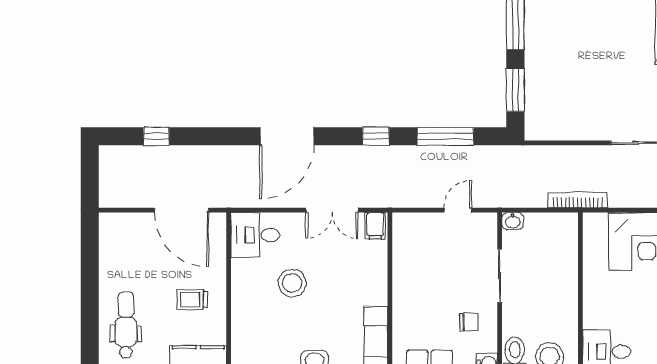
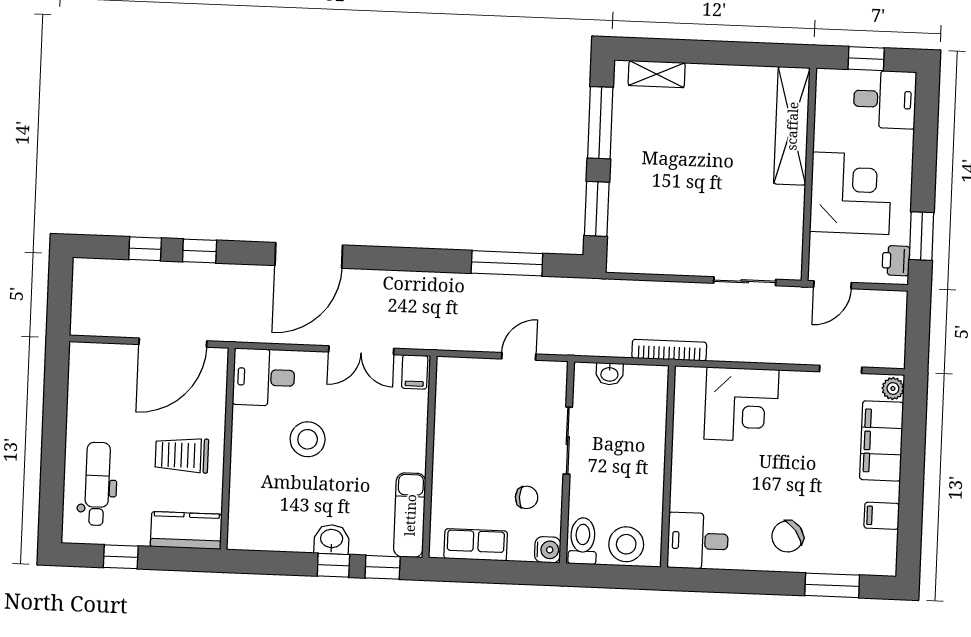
window: (376, 136) -> (200, 251), moved
door: (182, 210) -> (173, 343), hinge flipped
washbasin: (513, 221) -> (609, 374), moved
trolley: (192, 300) -> (182, 455), width x1.36, depth x1.39

